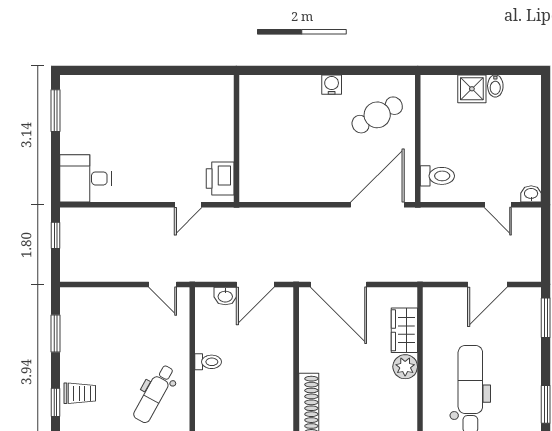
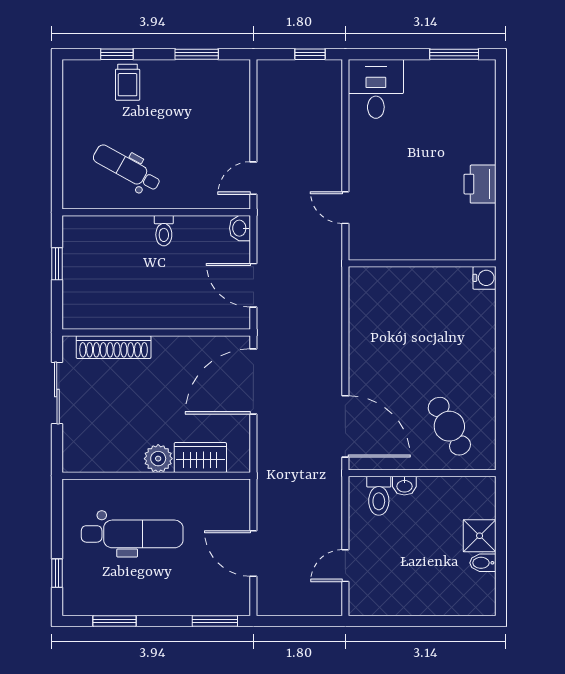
water cooler: (332, 85) -> (484, 278), moved
printer: (220, 178) -> (480, 184), moved, turned -90
washbasin: (531, 194) -> (404, 486), moved, turned 90
washbasin: (225, 296) -> (240, 228), moved

